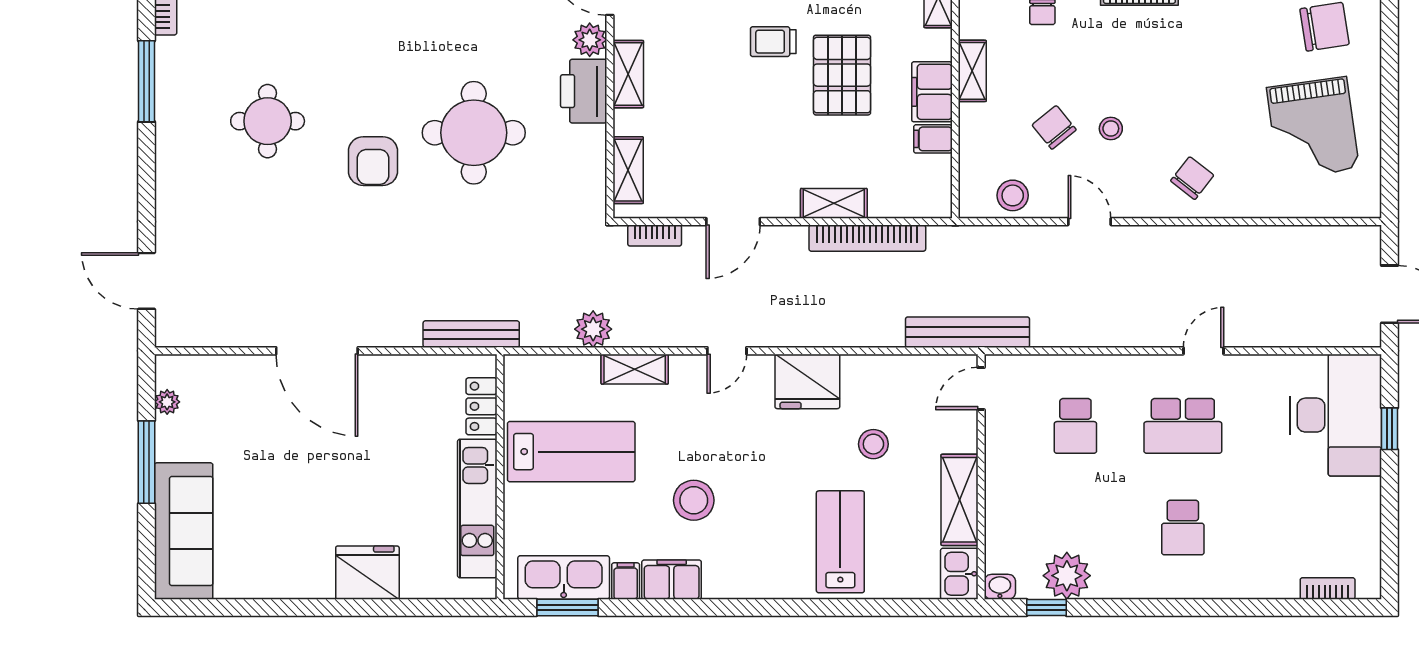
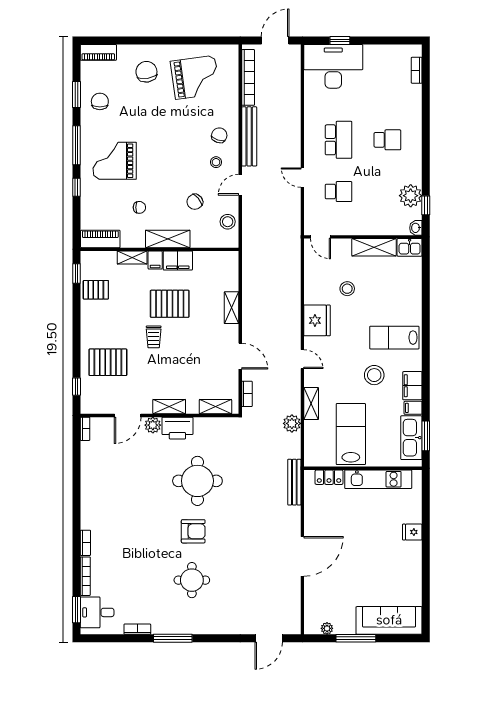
shelving: (972, 71) -> (168, 239), width x1.50, depth x1.33
stool: (1111, 129) -> (216, 162), moved
filing cabinet: (933, 139) -> (155, 260), moved
armchair: (373, 161) -> (193, 531), moved
chair: (1192, 178) -> (219, 135), turned 71
bookcase: (867, 238) -> (248, 77), moved
bench: (968, 332) -> (249, 136), moved
door: (1204, 351) -> (302, 178), moved
lab bench: (840, 542) -> (394, 338), moved
fridge: (367, 573) -> (412, 532), width x0.53, depth x0.75

